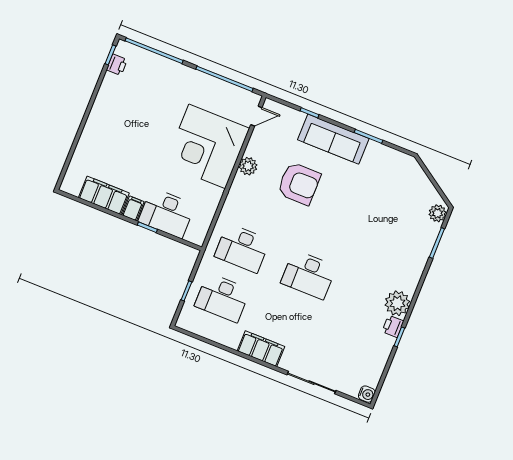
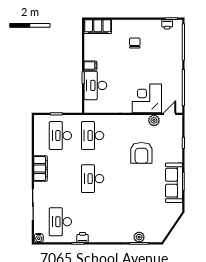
door: (256, 116) -> (170, 114), swing flipped
chair: (126, 126) -> (135, 43), added
sofa: (333, 139) -> (174, 183), moved
corner desk: (207, 146) -> (147, 98), width x0.74, depth x0.74
plant: (248, 166) -> (154, 120), moved
filing cabinet: (104, 195) -> (98, 27), moved, turned 90
plant: (438, 213) -> (139, 237), moved
plant: (397, 303) -> (96, 235), removed
desk: (355, 351) -> (60, 222), added

